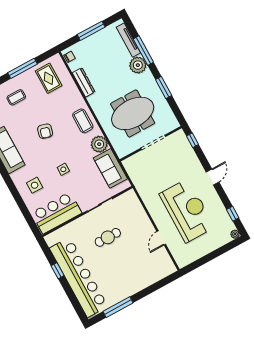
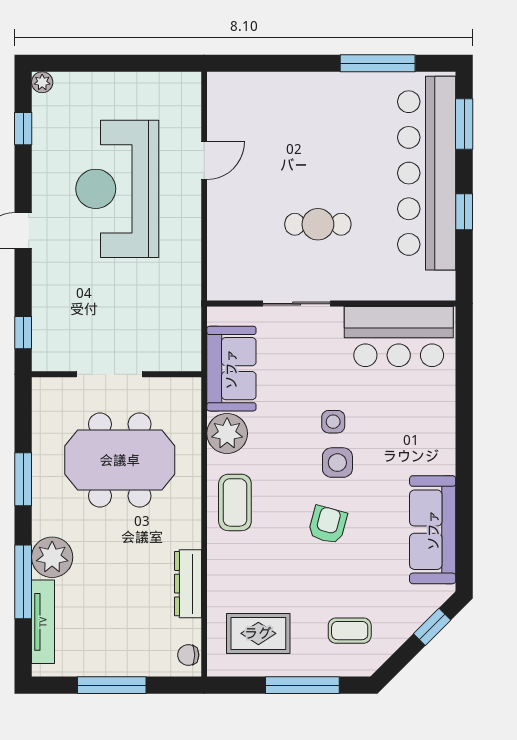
rug: (49, 78) -> (258, 633), turned 90
side table: (35, 185) -> (337, 463), moved
window: (75, 302) -> (464, 124), added

